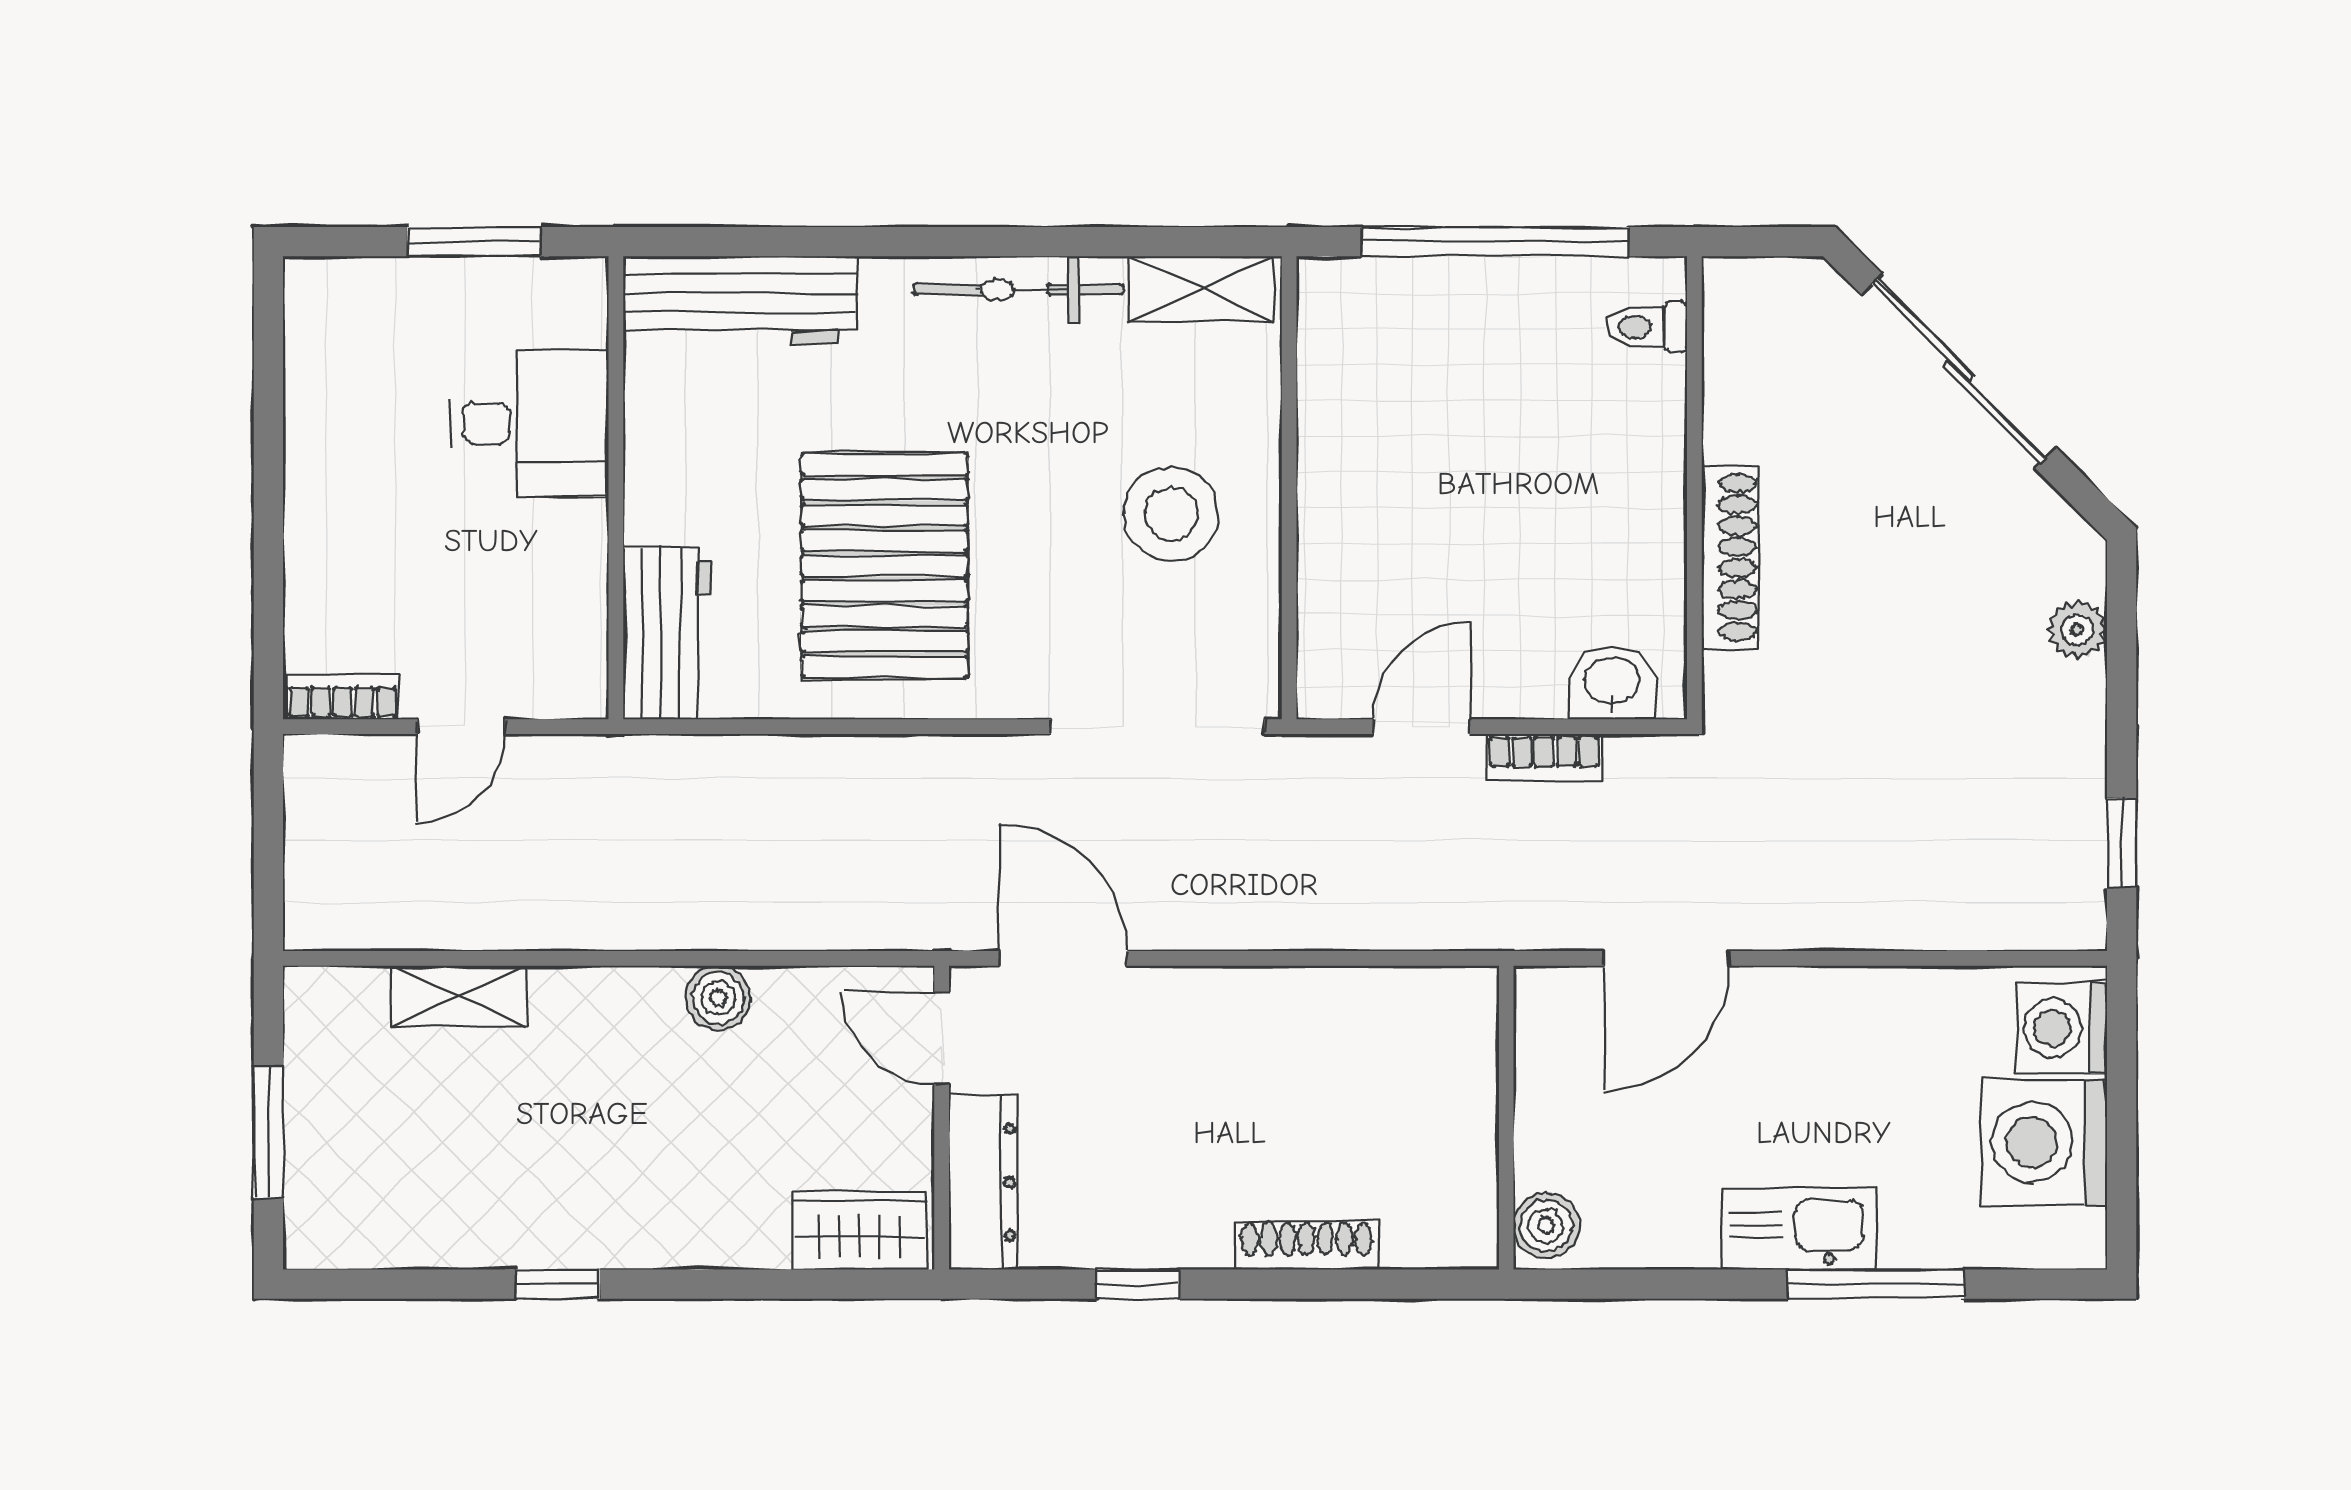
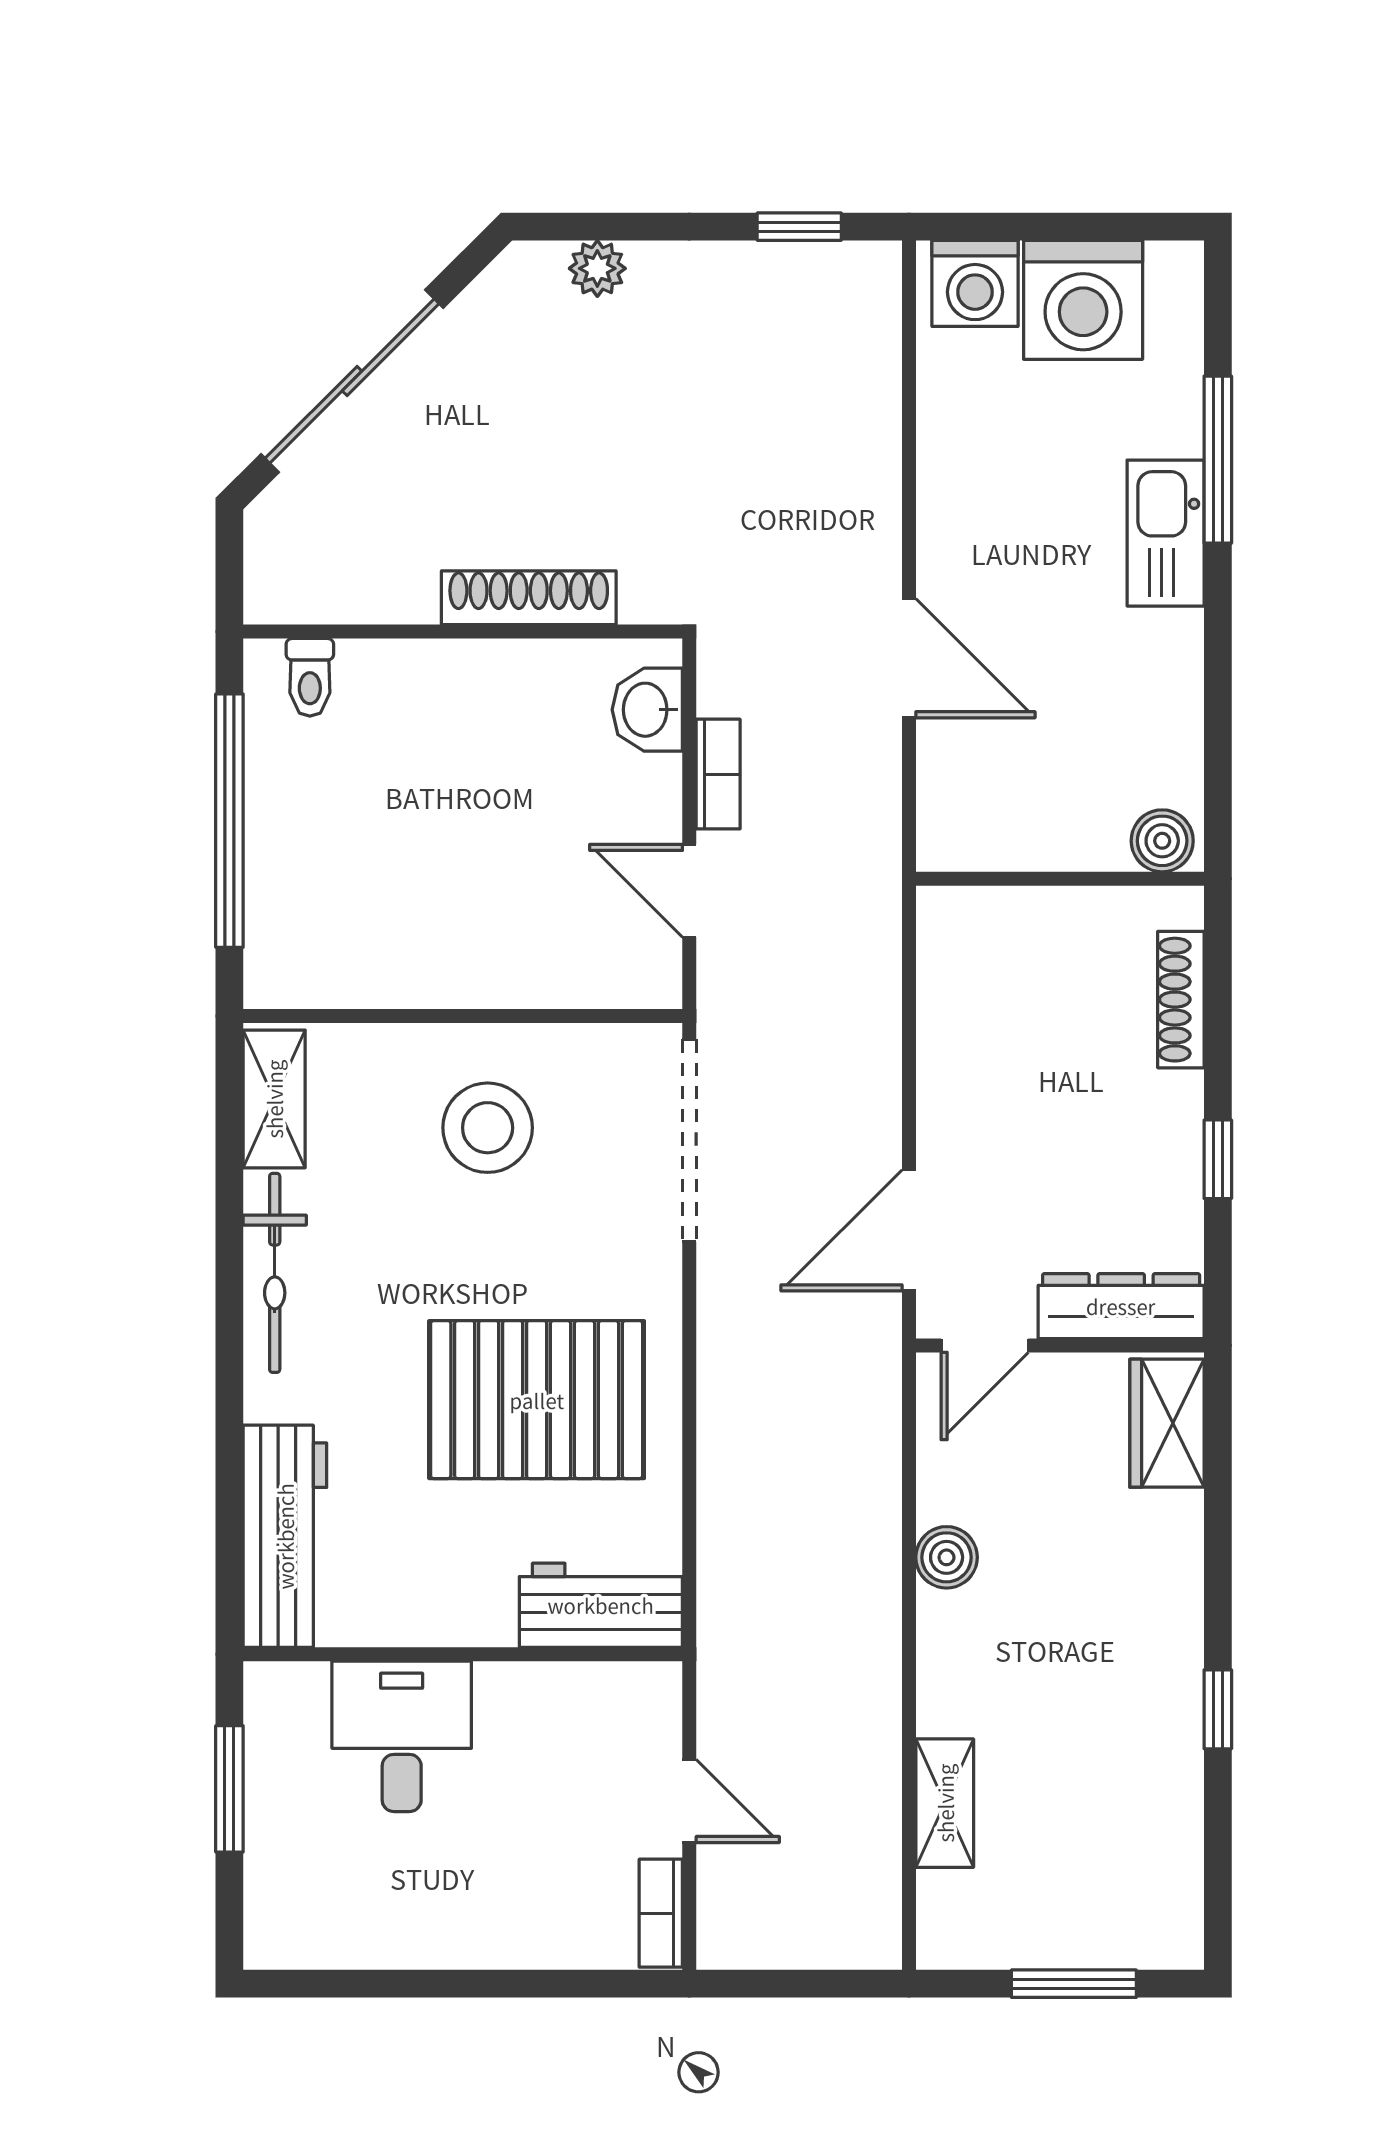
wall: (1506, 1118) -> (1060, 879), moved
boiler: (1546, 1225) -> (1162, 841), moved

